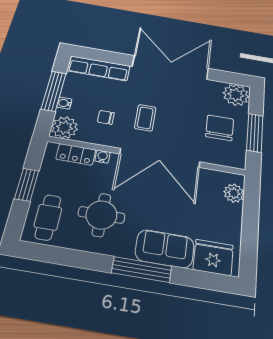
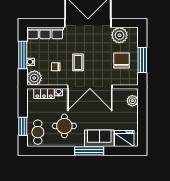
plant: (236, 95) -> (119, 35), moved
window: (27, 185) -> (23, 126), moved

